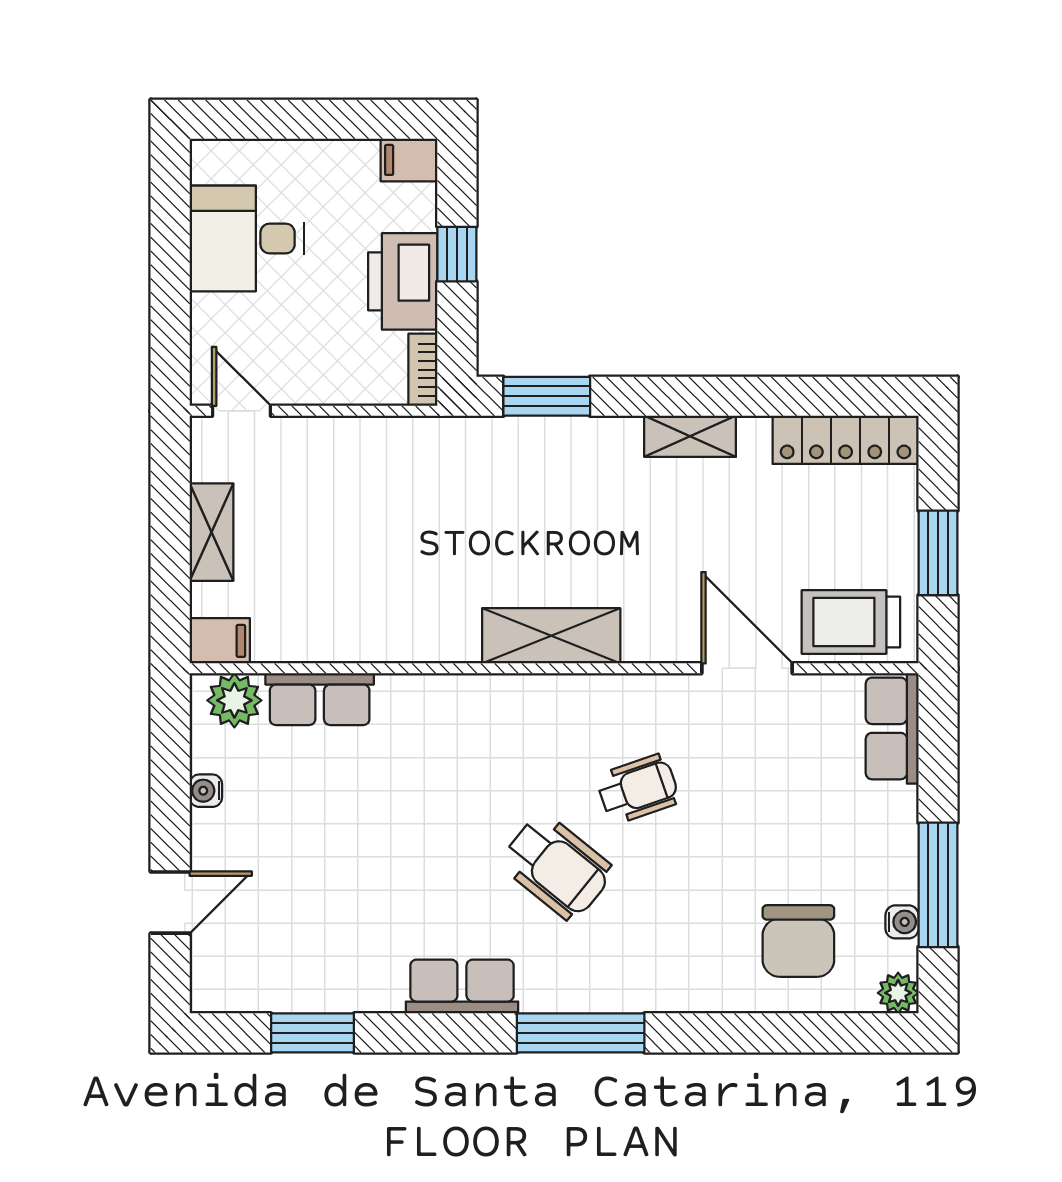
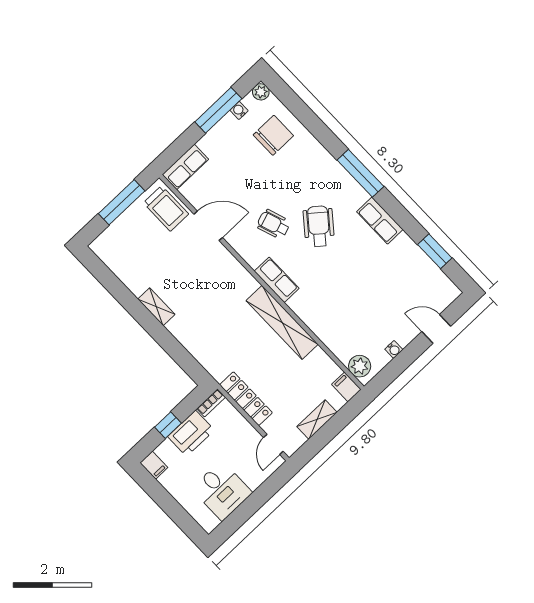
window: (547, 396) -> (185, 360), removed
locker: (846, 440) -> (246, 399), moved
window: (938, 553) -> (122, 202), width x1.44
shelving: (551, 636) -> (282, 322), moved, width x1.47
door: (747, 668) -> (208, 226), swing flipped
row of seats: (320, 699) -> (277, 280), moved

